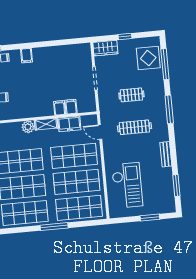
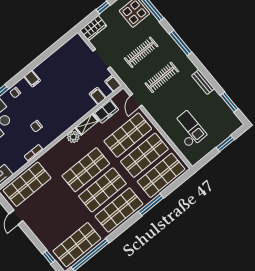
clothes rail: (131, 95) -> (141, 52), width x1.36
filing cabinet: (59, 108) -> (113, 83), moved
door: (100, 132) -> (136, 101), hinge flipped
checkout: (127, 185) -> (188, 130), width x0.73, depth x0.83

